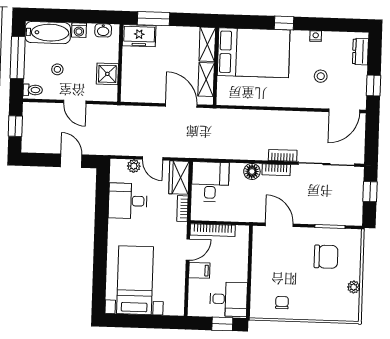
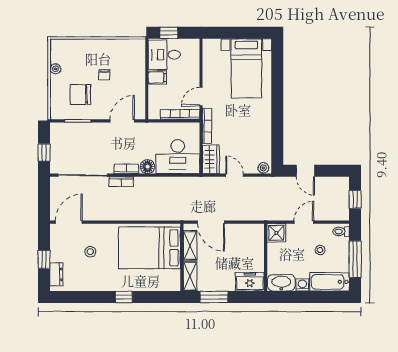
window: (153, 19) -> (214, 297), moved
washbasin: (103, 30) -> (281, 283), width x1.91, depth x1.45
nightstand: (316, 36) -> (96, 286), removed
bed: (254, 53) -> (150, 248), moved
shower: (107, 74) -> (276, 233), moved
window: (373, 85) -> (44, 260), moved
door: (75, 102) -> (304, 222), hinge flipped
plant: (134, 166) -> (263, 168), moved
desk: (210, 182) -> (178, 157), width x1.37
desk: (128, 201) -> (255, 137), removed
bookcase: (182, 209) -> (207, 126), width x1.56
door: (279, 225) -> (122, 121), swing flipped
filing cabinet: (199, 270) -> (157, 77), moved, turned 180
chair: (282, 303) -> (104, 75), moved

